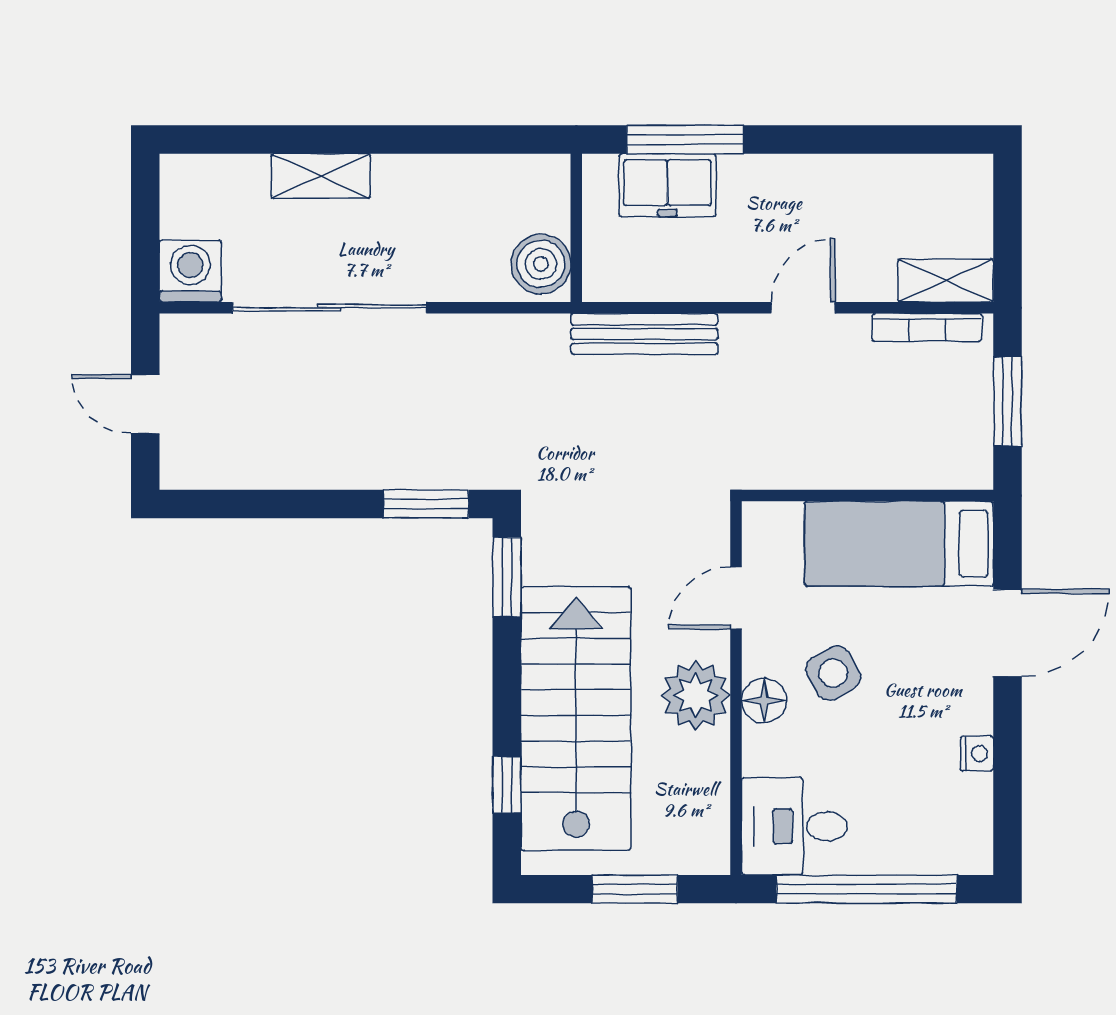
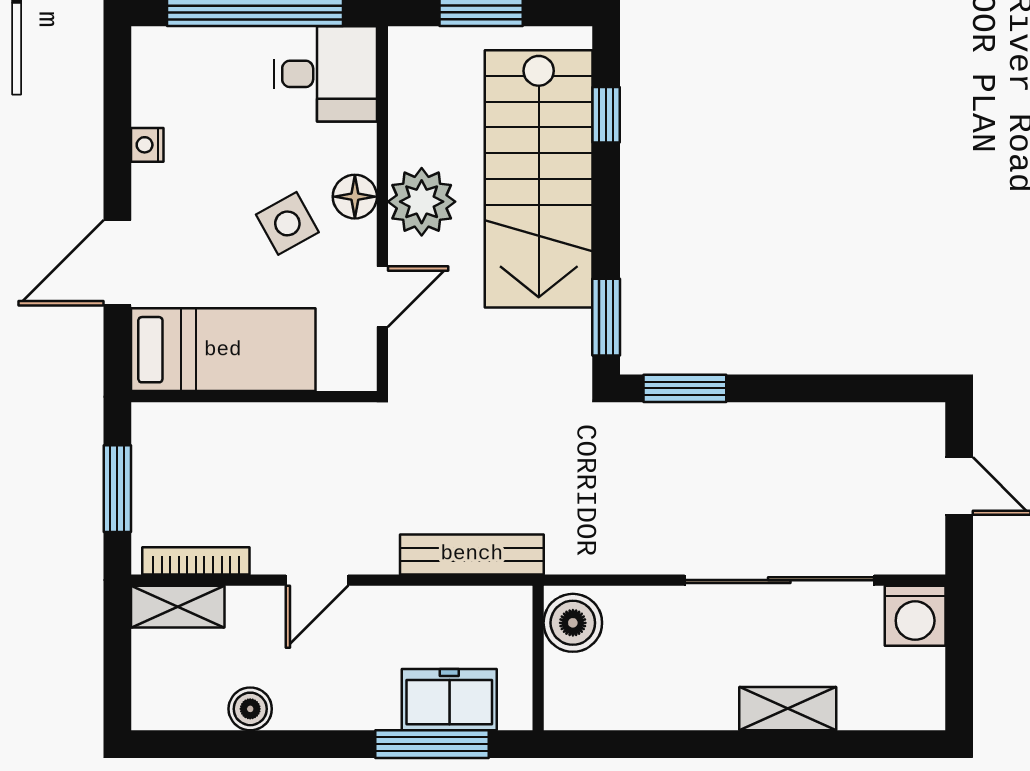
boiler: (871, 176) -> (250, 709), added

